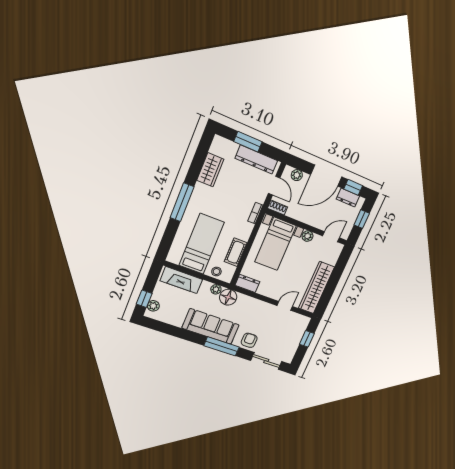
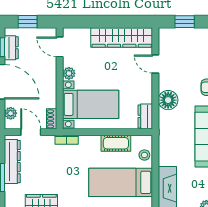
door: (274, 186) -> (31, 132), hinge flipped
plant: (216, 289) -> (164, 148), removed
floor lamp: (228, 297) -> (168, 100), moved

